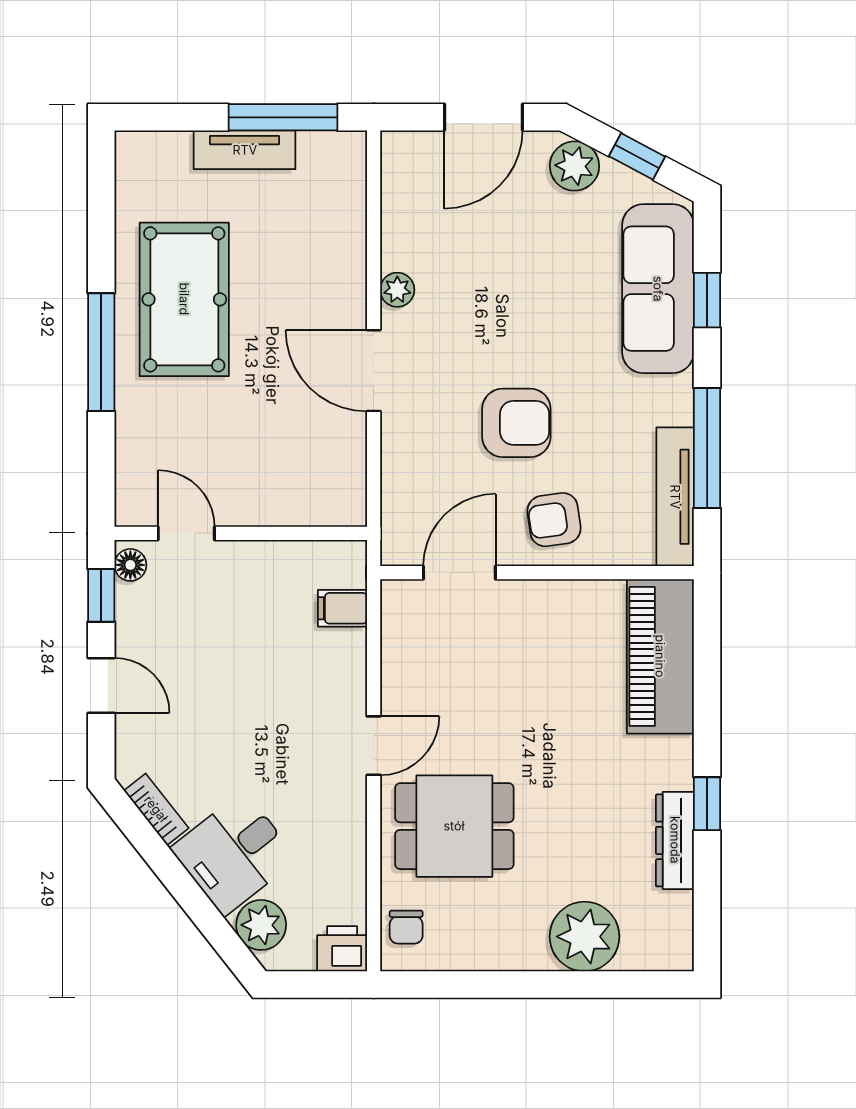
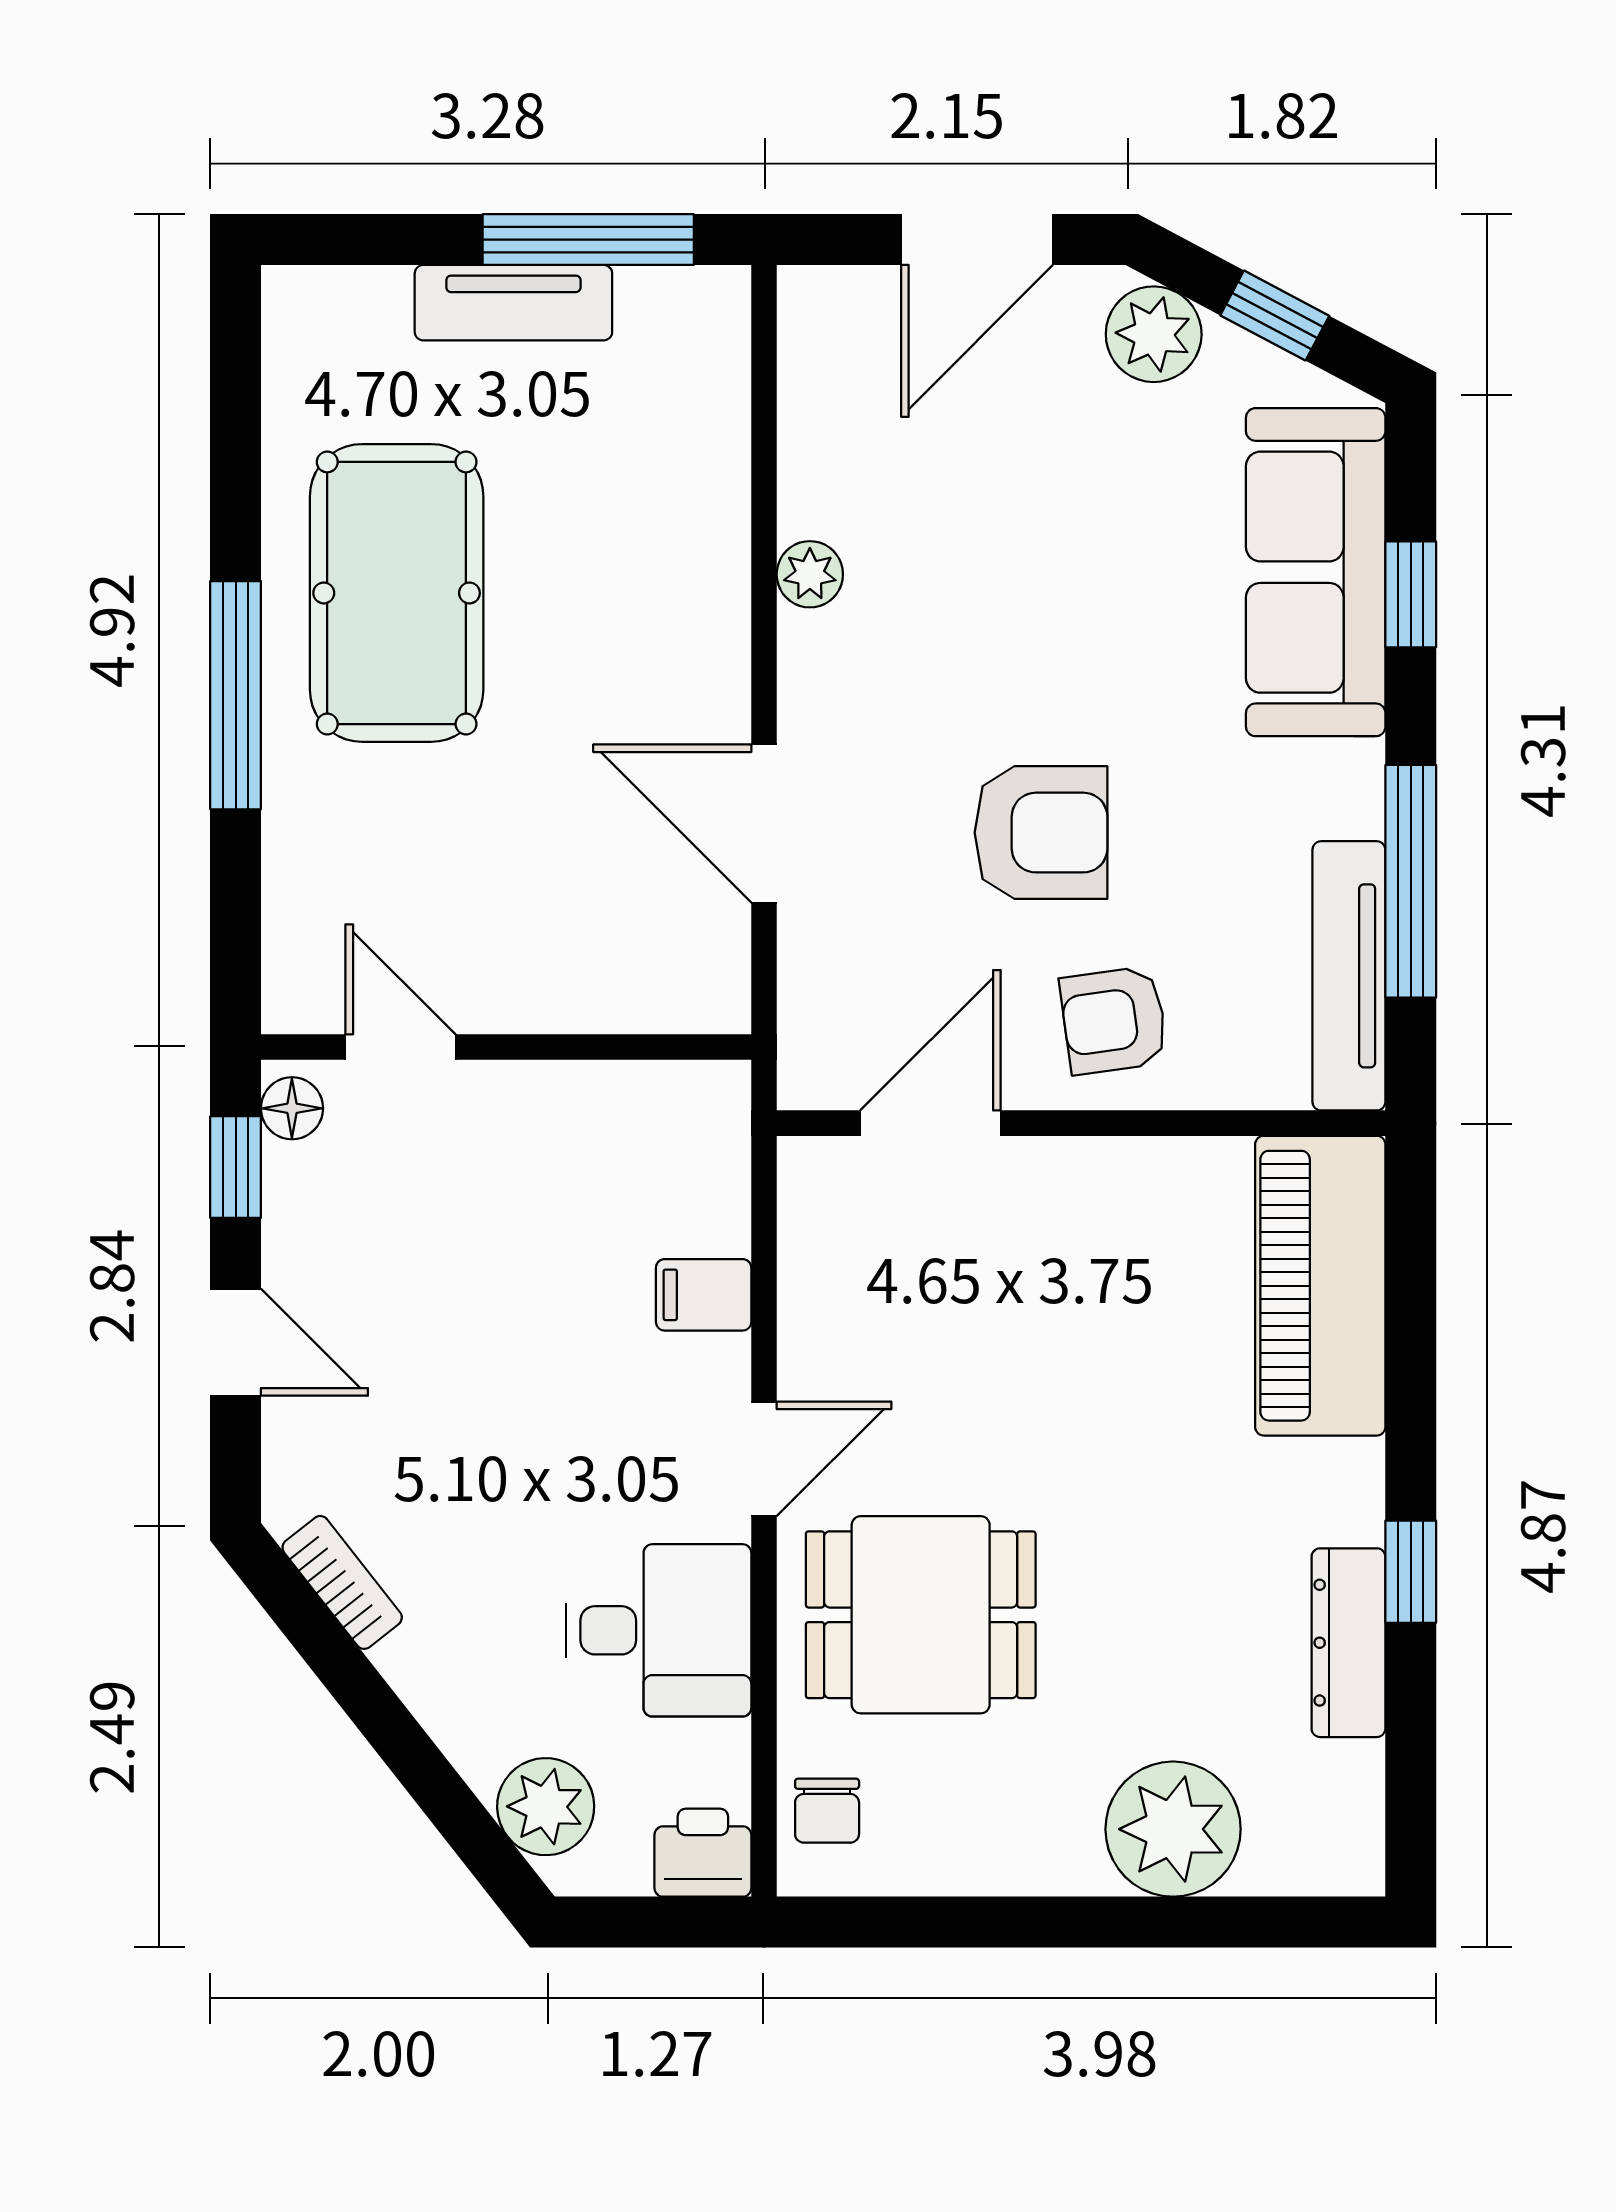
door: (374, 371) -> (764, 824), moved
filing cabinet: (343, 608) -> (704, 1295), moved
desk: (234, 854) -> (658, 1630), moved, turned -142

